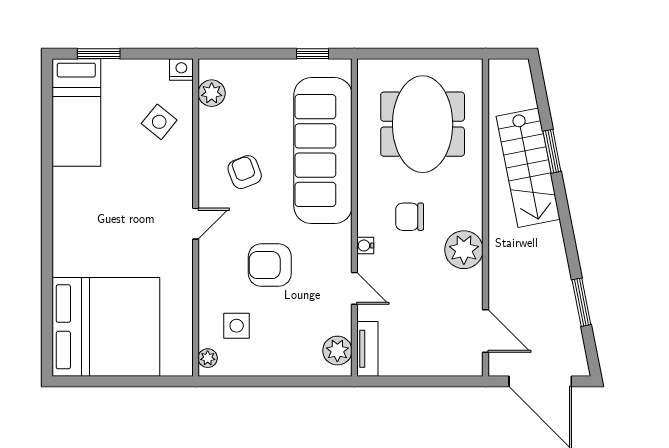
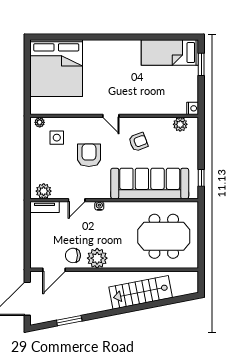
side table: (159, 122) -> (165, 97), removed
window: (552, 151) -> (149, 305), removed
chair: (410, 217) -> (73, 255), moved, turned -90

